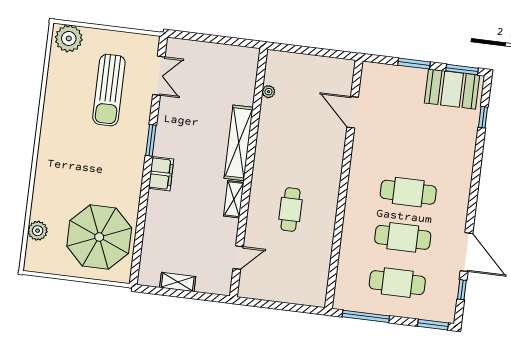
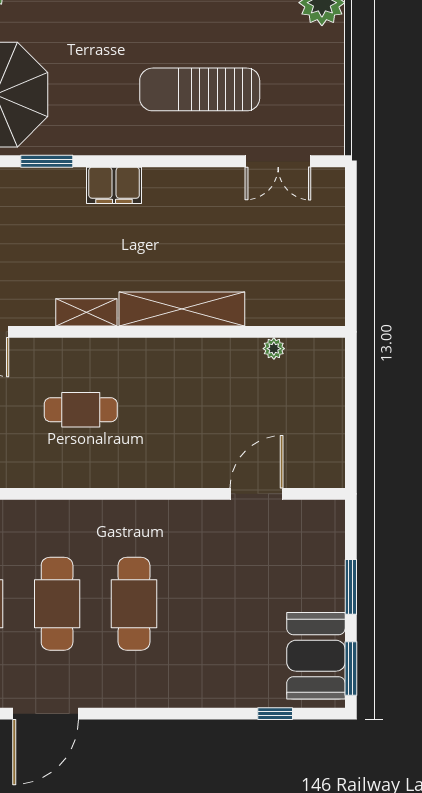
sun lounger: (109, 90) -> (200, 89), moved
window: (151, 140) -> (47, 161), moved

